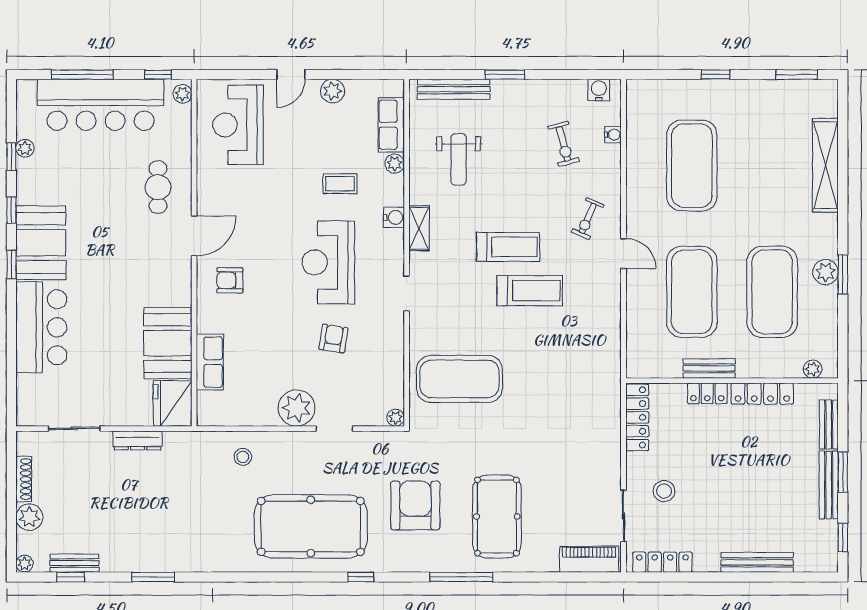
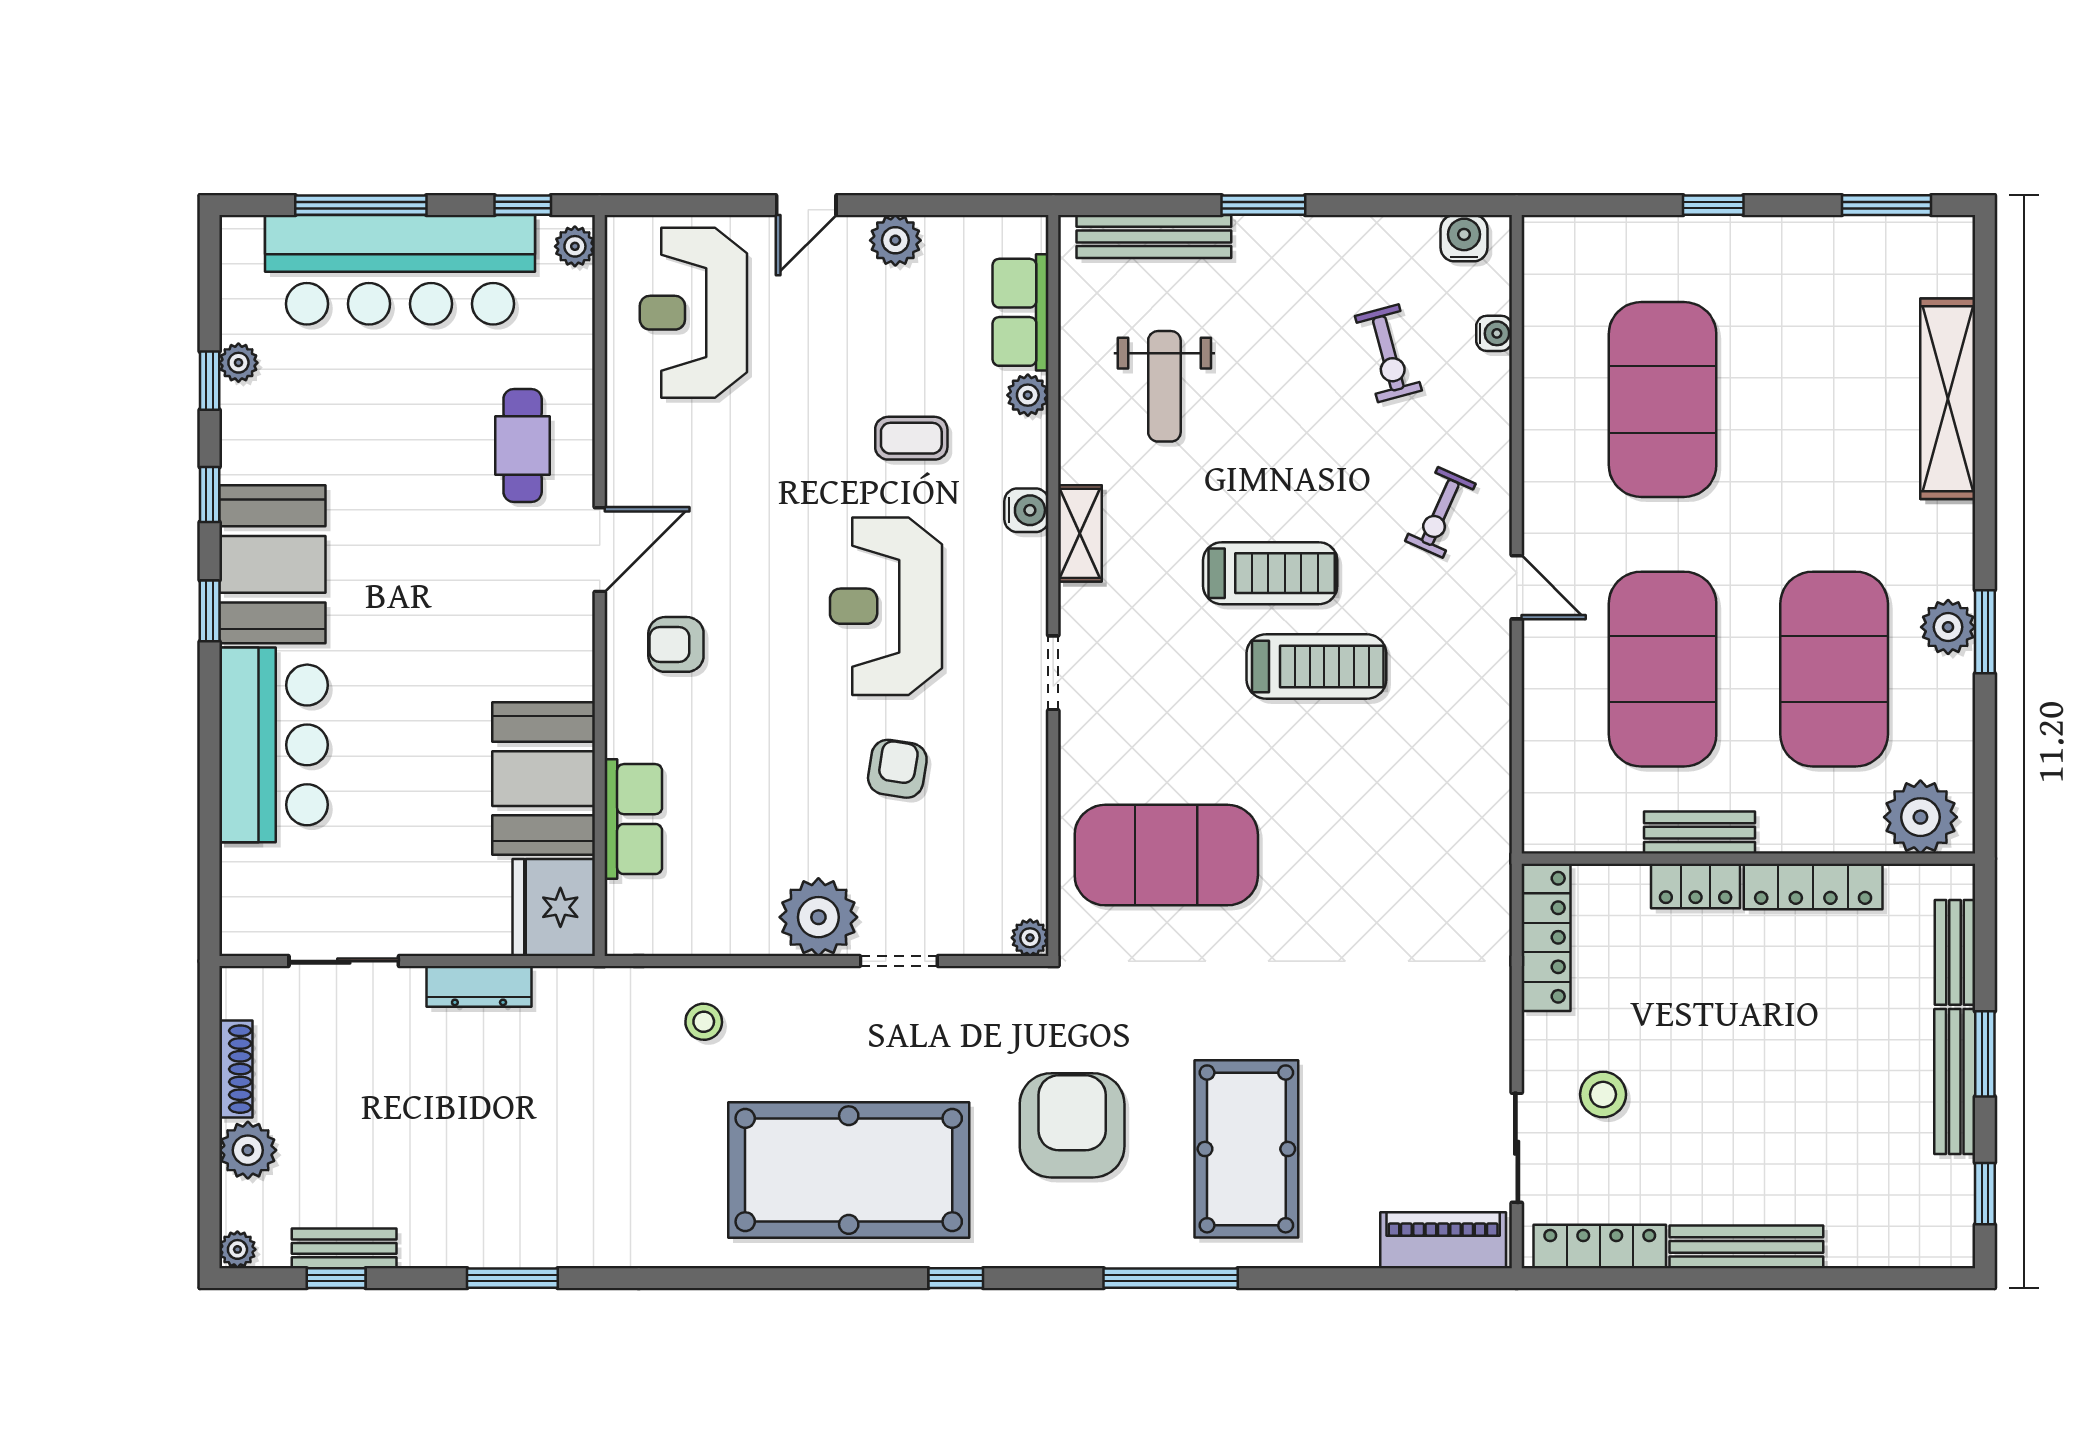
plant: (813, 369) -> (1920, 817), width x1.88, depth x1.88
bench: (757, 562) -> (1746, 1247), moved

